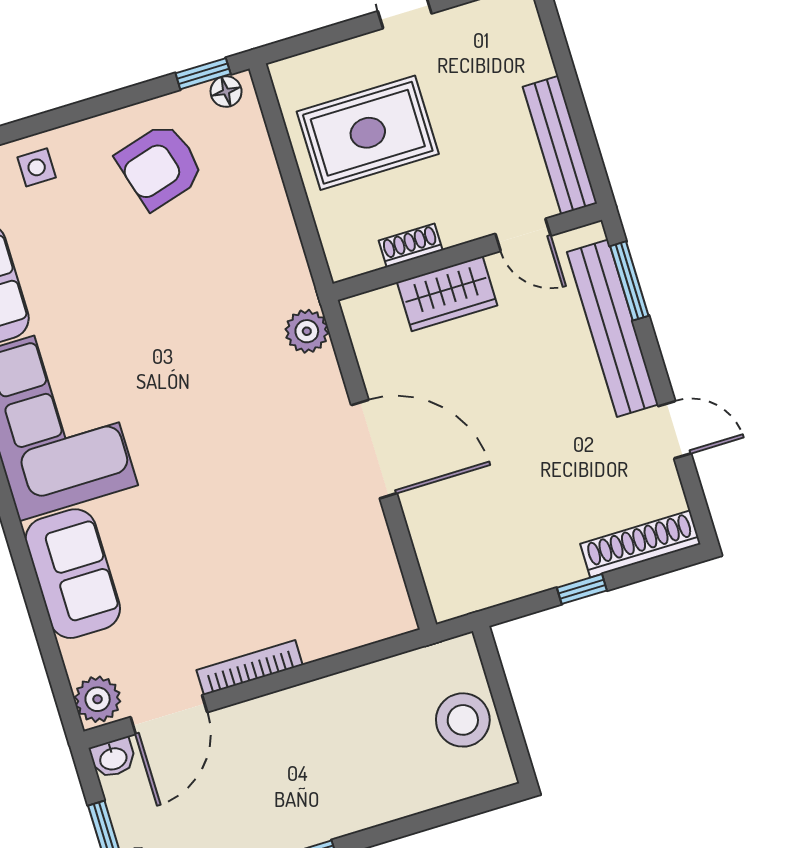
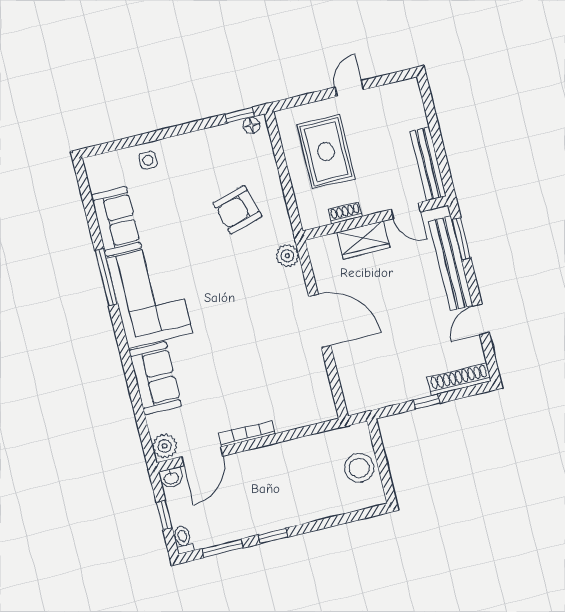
rug: (368, 133) -> (326, 152), turned 90
armchair: (160, 166) -> (237, 210), moved
door: (675, 430) -> (481, 319), swing flipped

